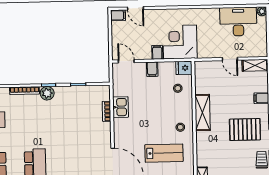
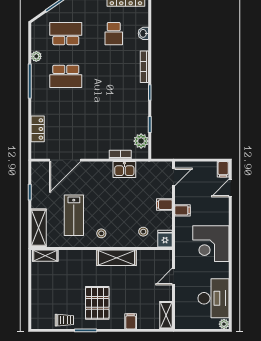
corner desk: (180, 42) -> (211, 244), moved, turned 180
door: (230, 59) -> (174, 277), moved
plant: (47, 93) -> (141, 141), moved

